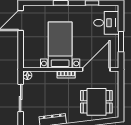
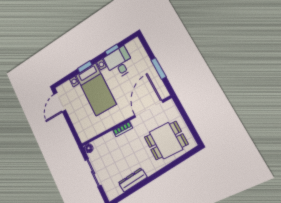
desk: (106, 23) -> (119, 63), moved, turned -90
bed with nightstands: (60, 45) -> (96, 89), moved, turned 180

